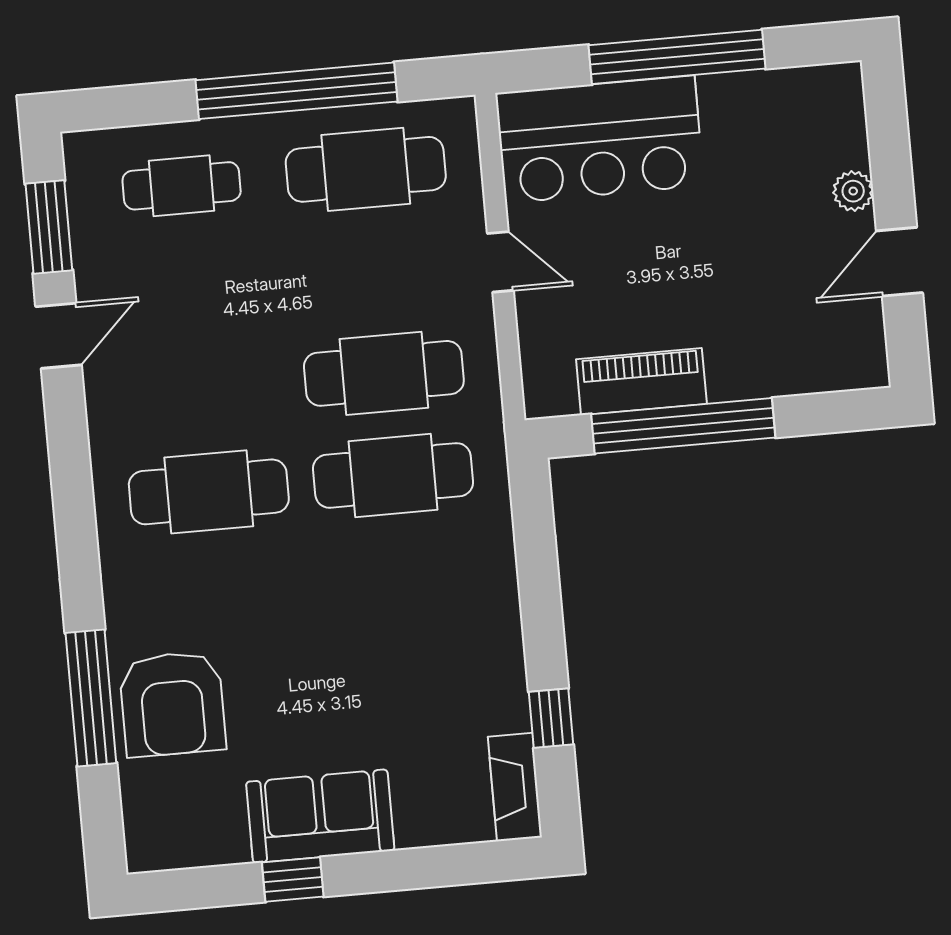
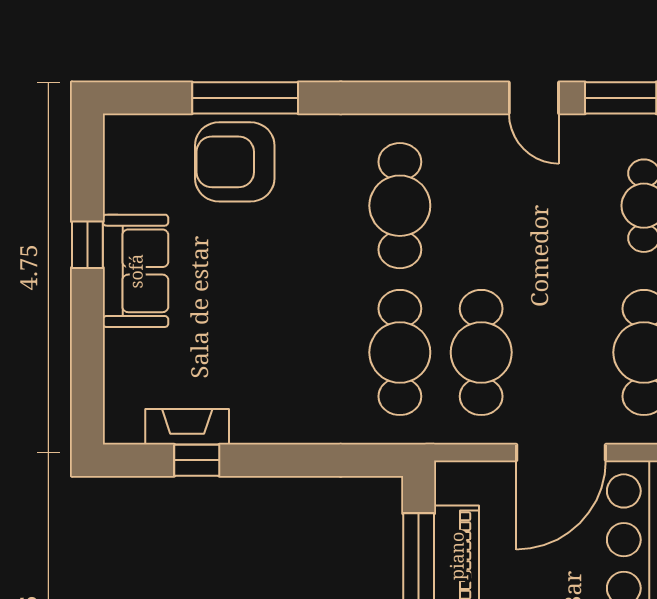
door: (500, 262) -> (561, 452), width x1.87
fireplace: (515, 787) -> (187, 427), moved

